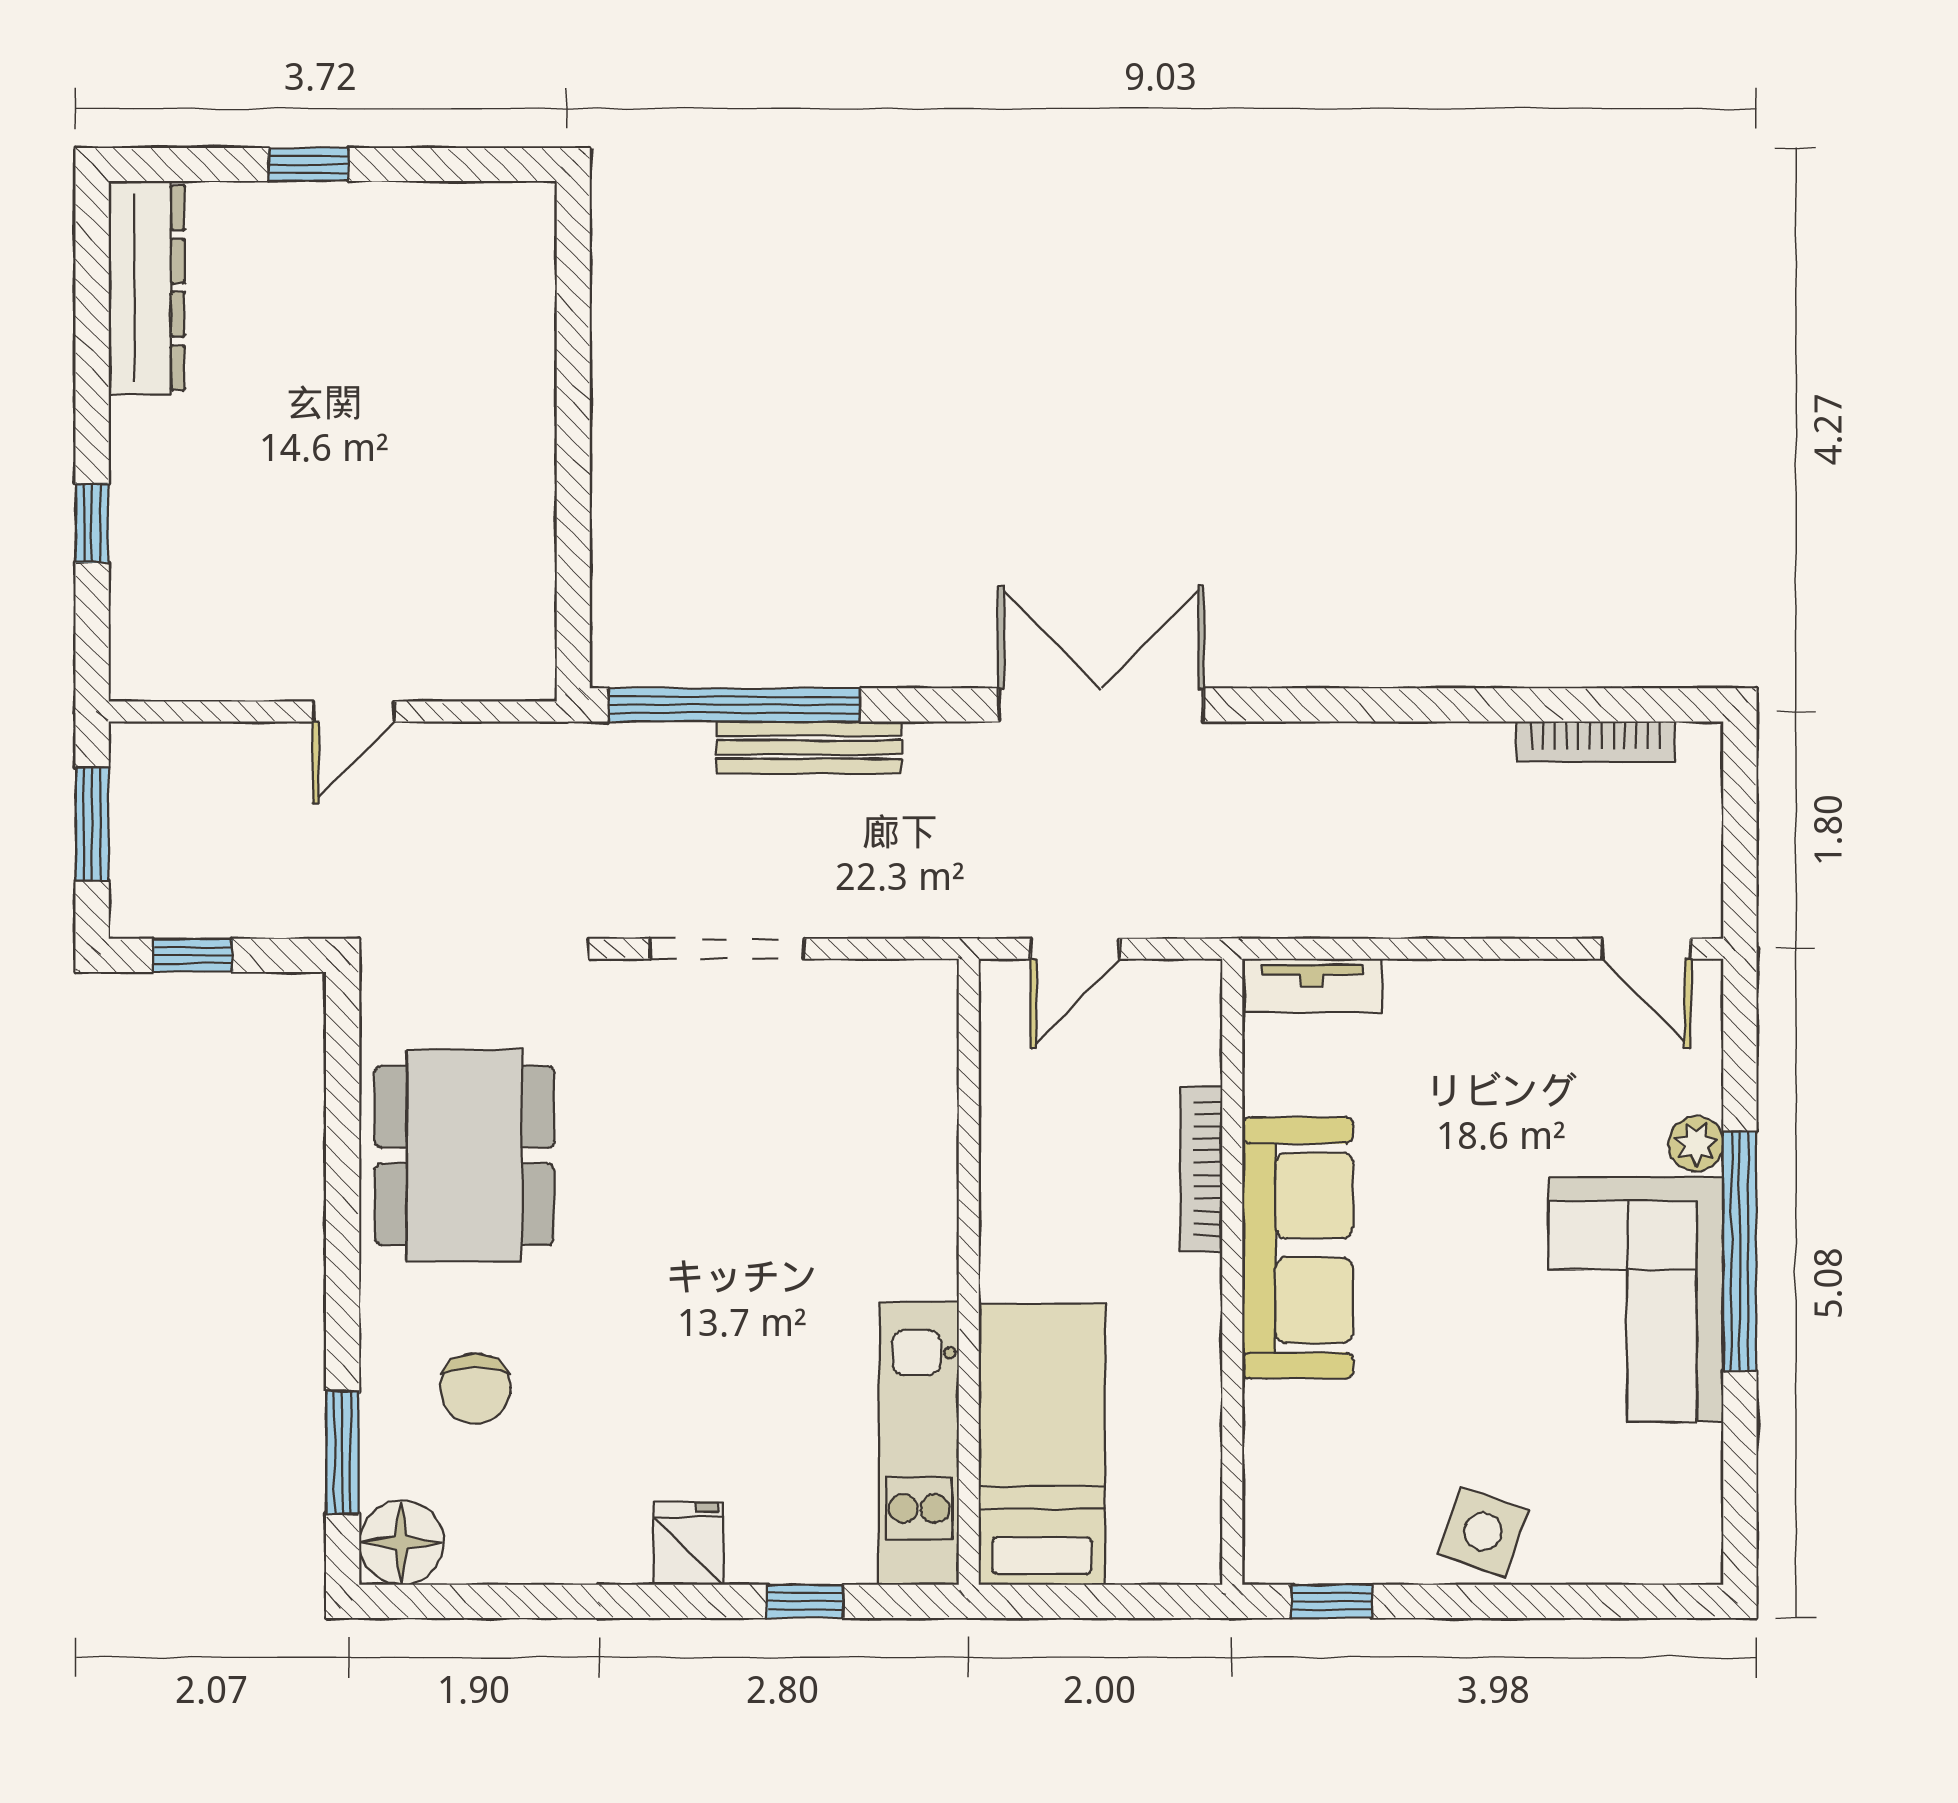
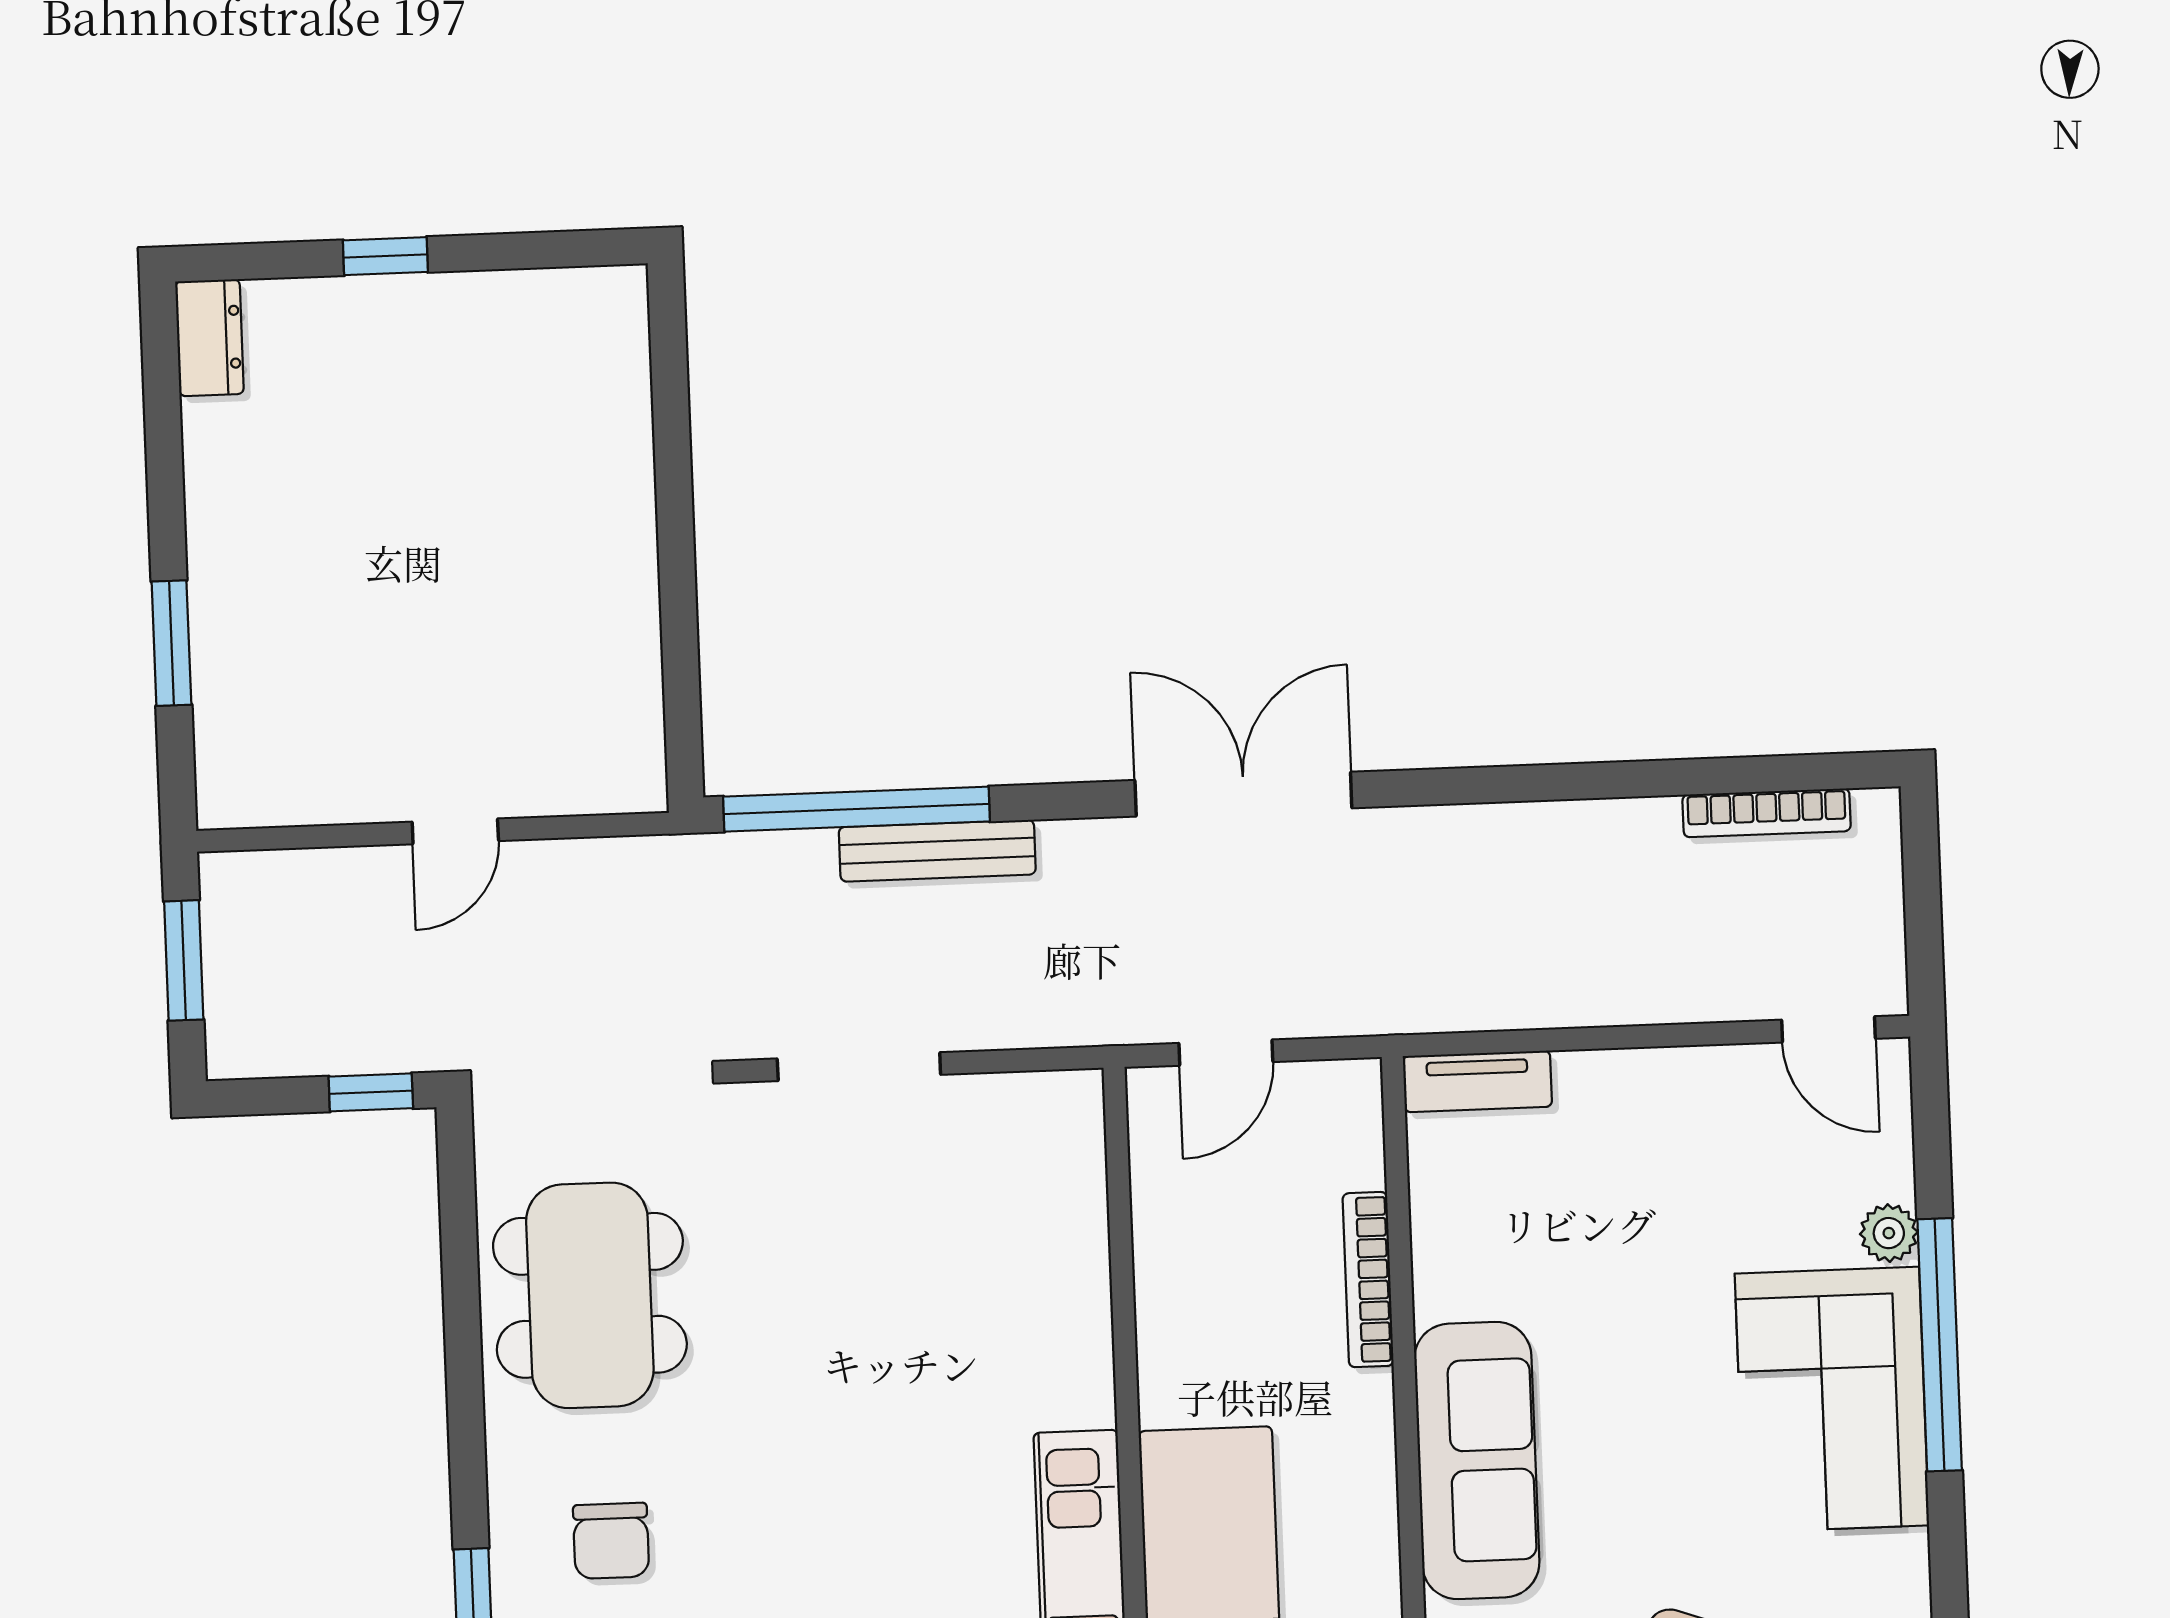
dresser: (147, 288) -> (209, 338), width x0.51, depth x0.80
window: (92, 523) -> (171, 643), width x1.50
window: (193, 955) -> (371, 1092), moved
sofa: (1298, 1248) -> (1477, 1460), moved

